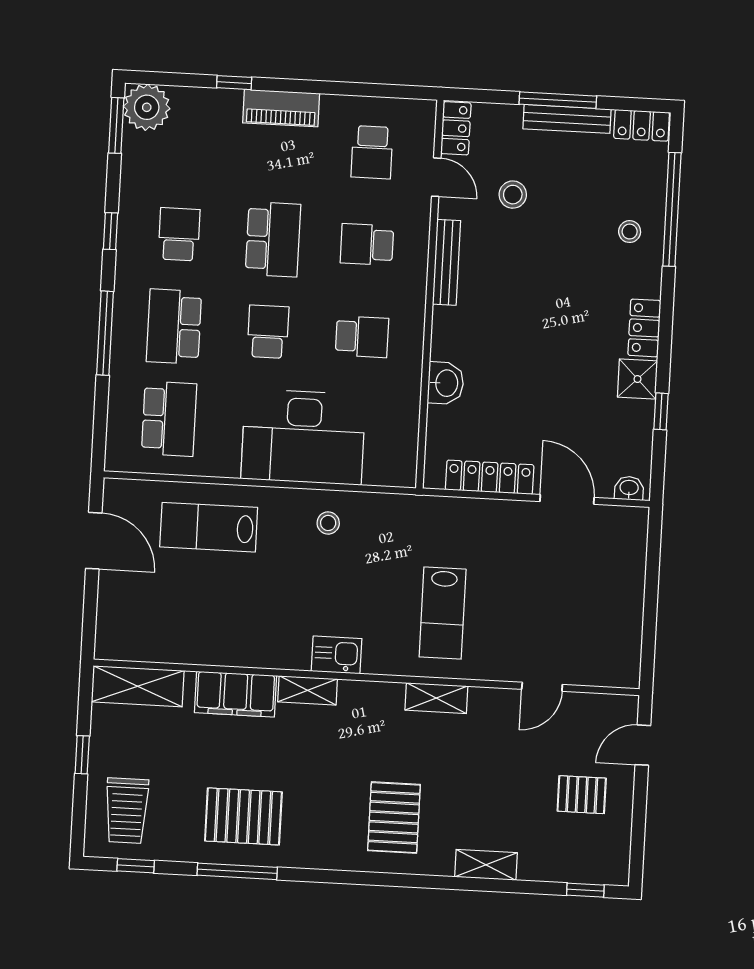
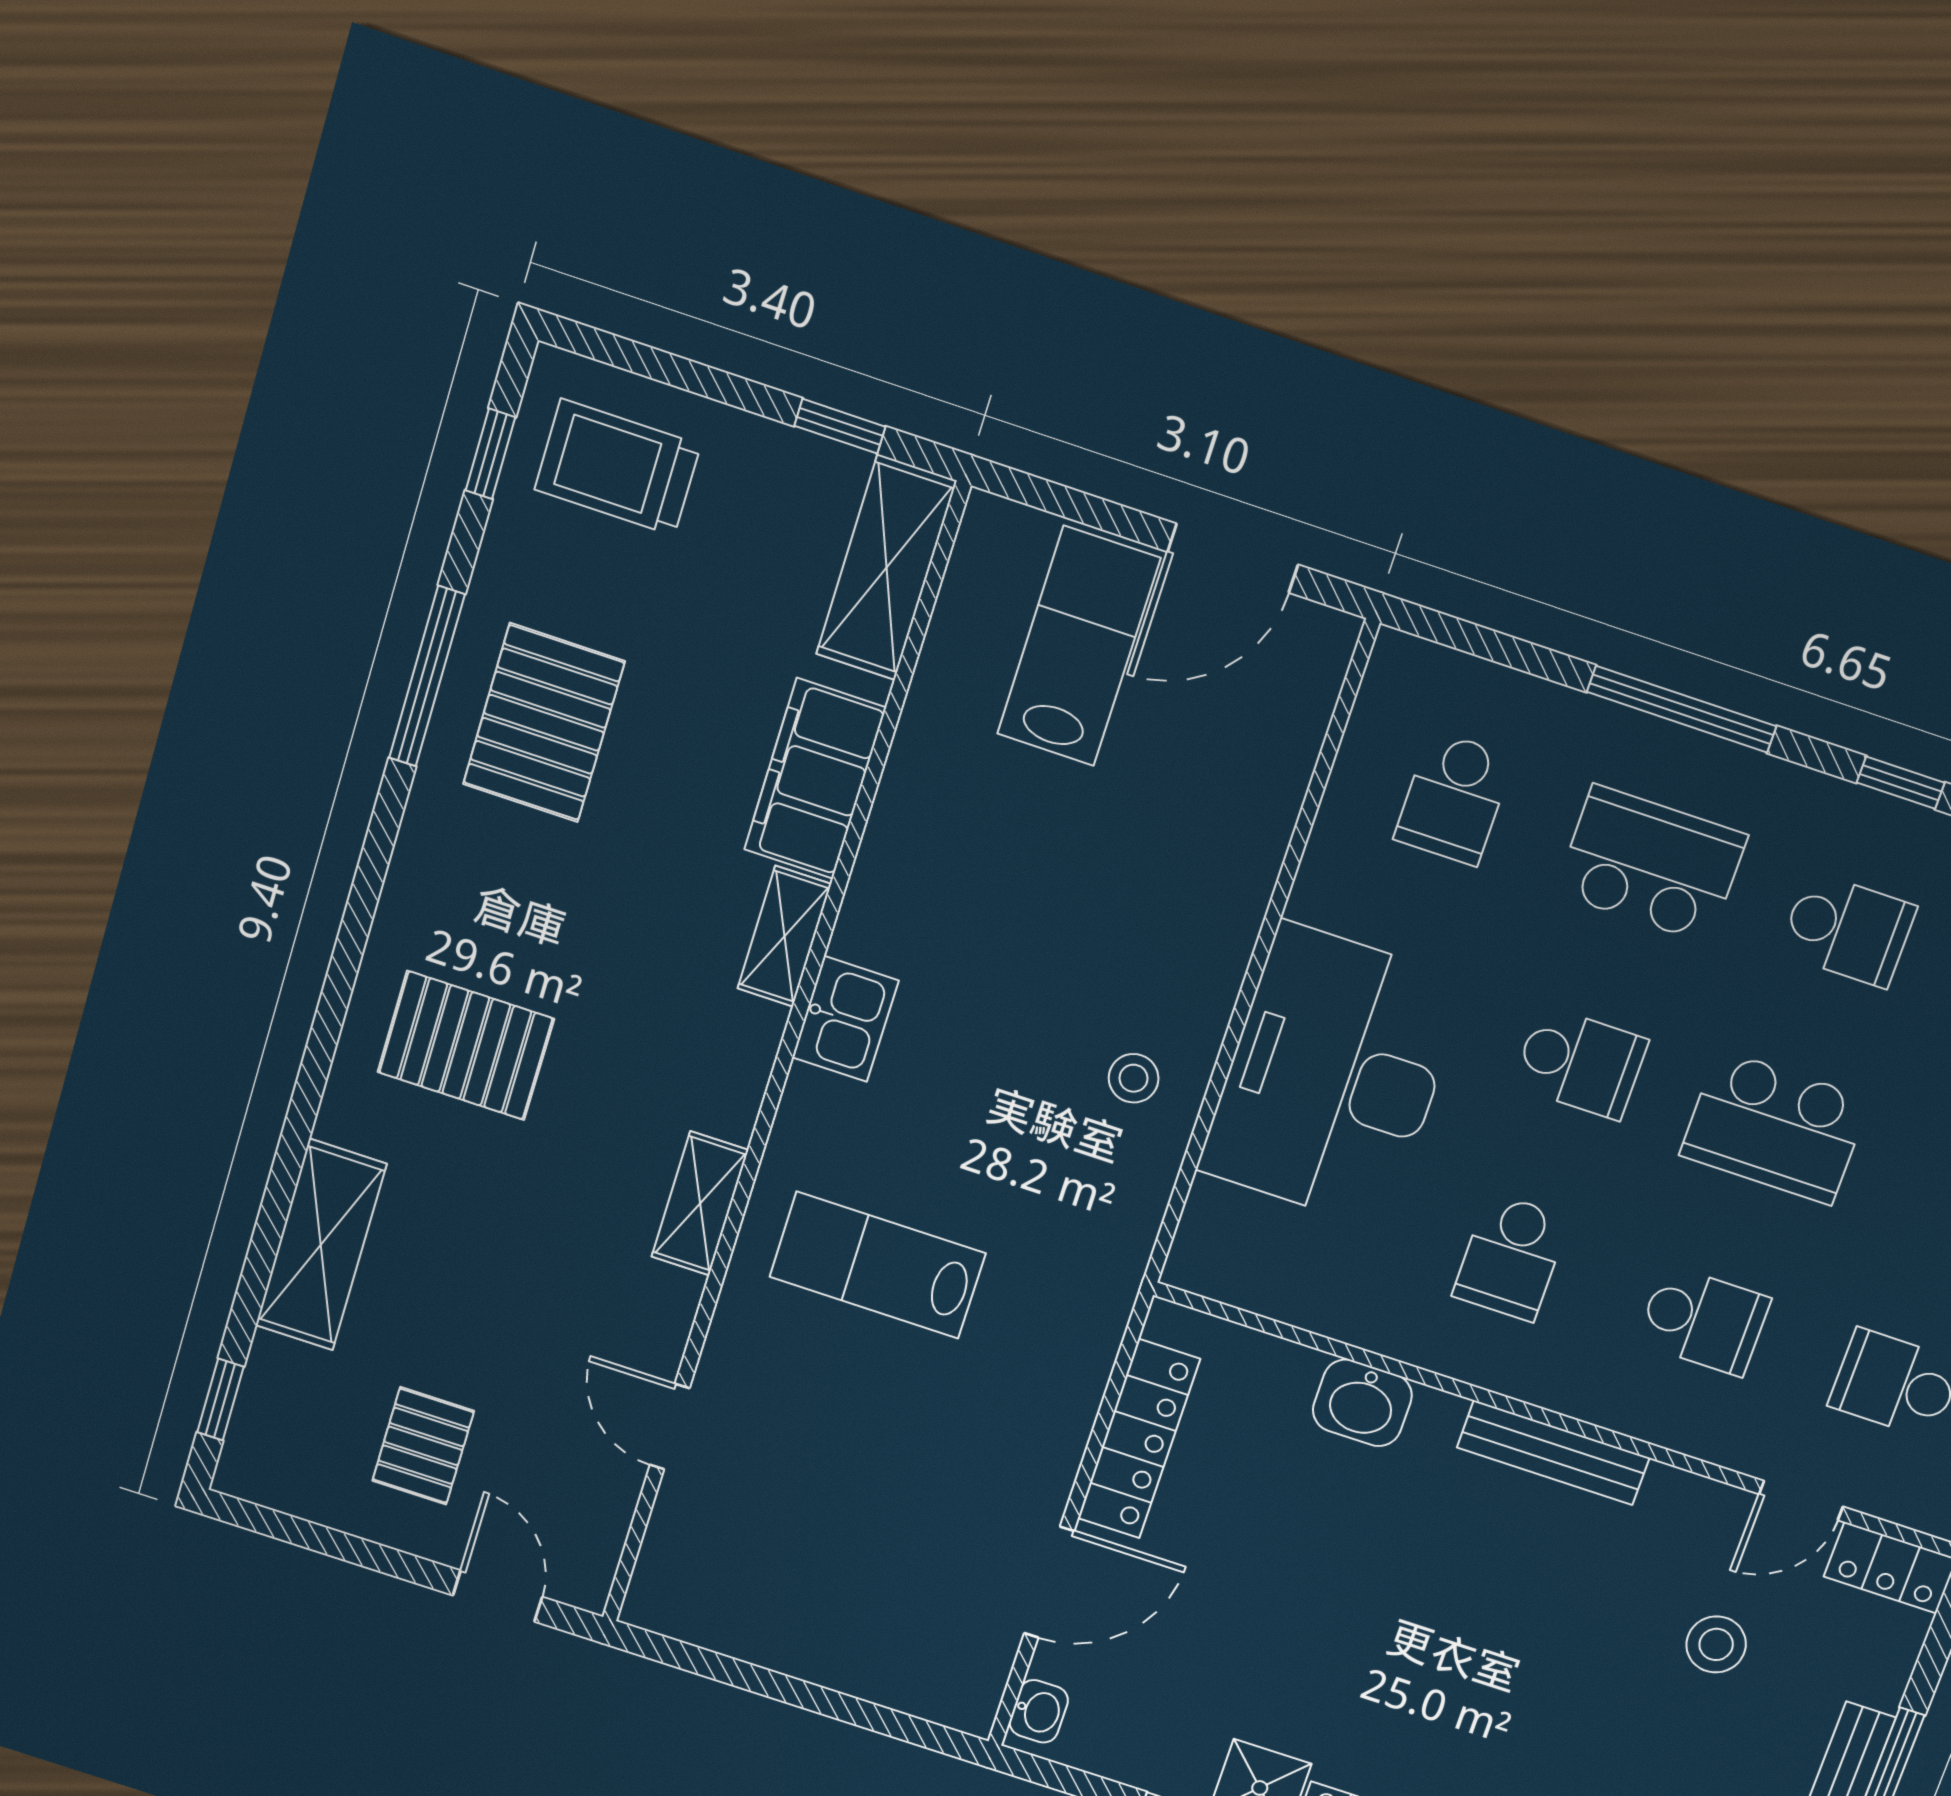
school desk: (367, 244) -> (1703, 1321), turned 90
bench: (447, 262) -> (1553, 1453), moved
school desk: (169, 419) -> (1454, 798), width x0.54
lab bench: (209, 527) -> (1079, 646), moved
window: (82, 755) -> (840, 426), moved
shelving: (486, 865) -> (321, 1245), width x1.50, depth x1.33

